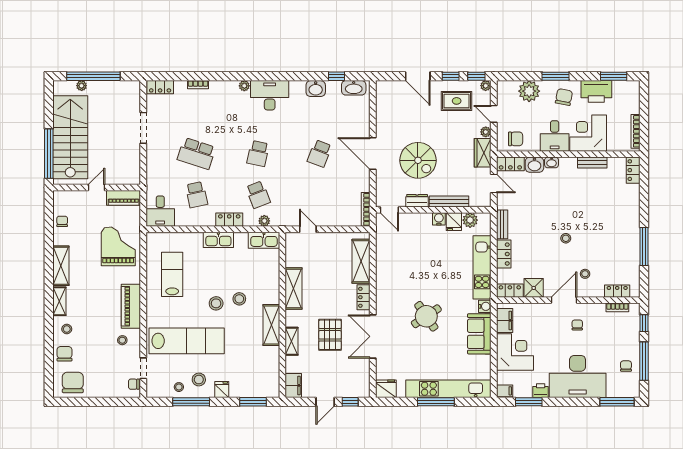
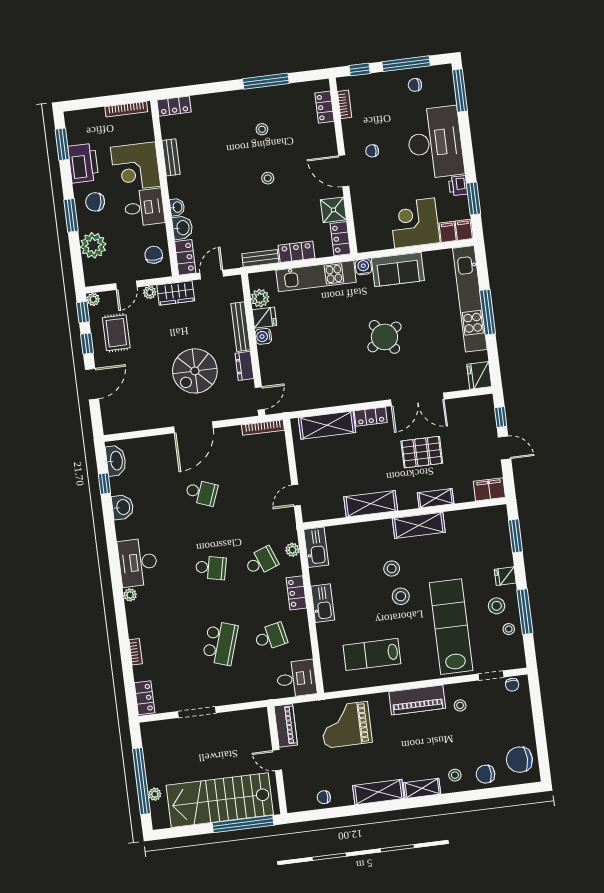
spiral stairs: (418, 160) -> (195, 371), turned 180
stool: (585, 274) -> (262, 129), moved
filing cabinet: (505, 320) -> (448, 232), moved, width x0.50

